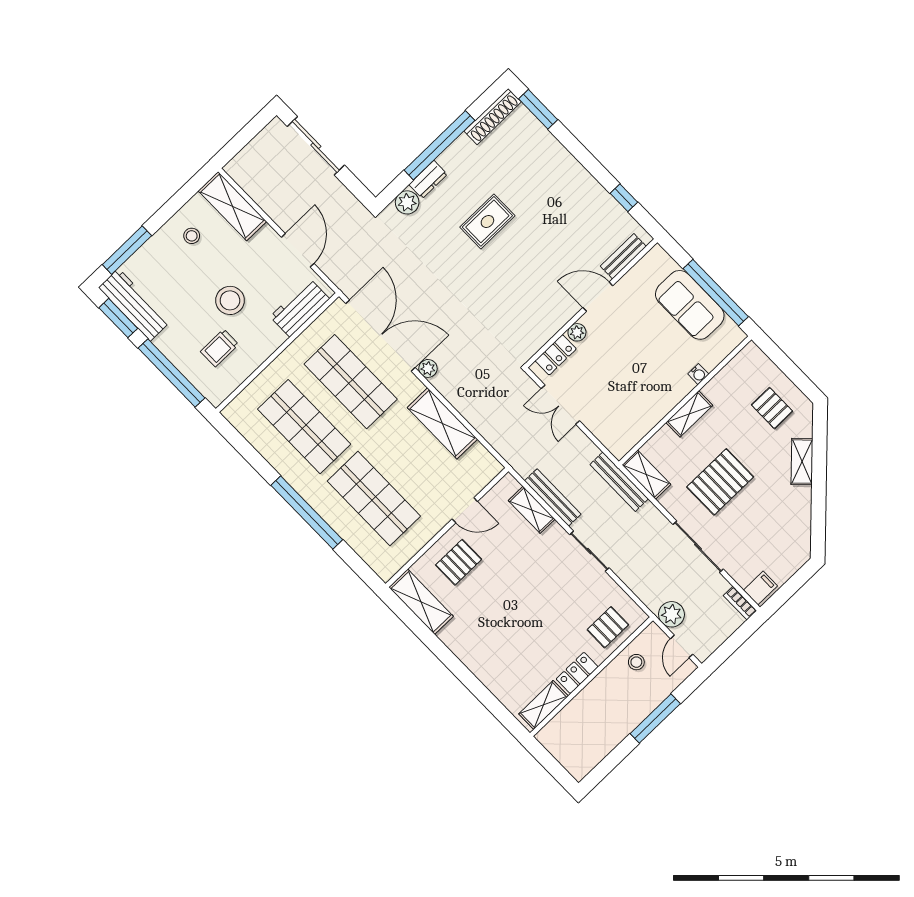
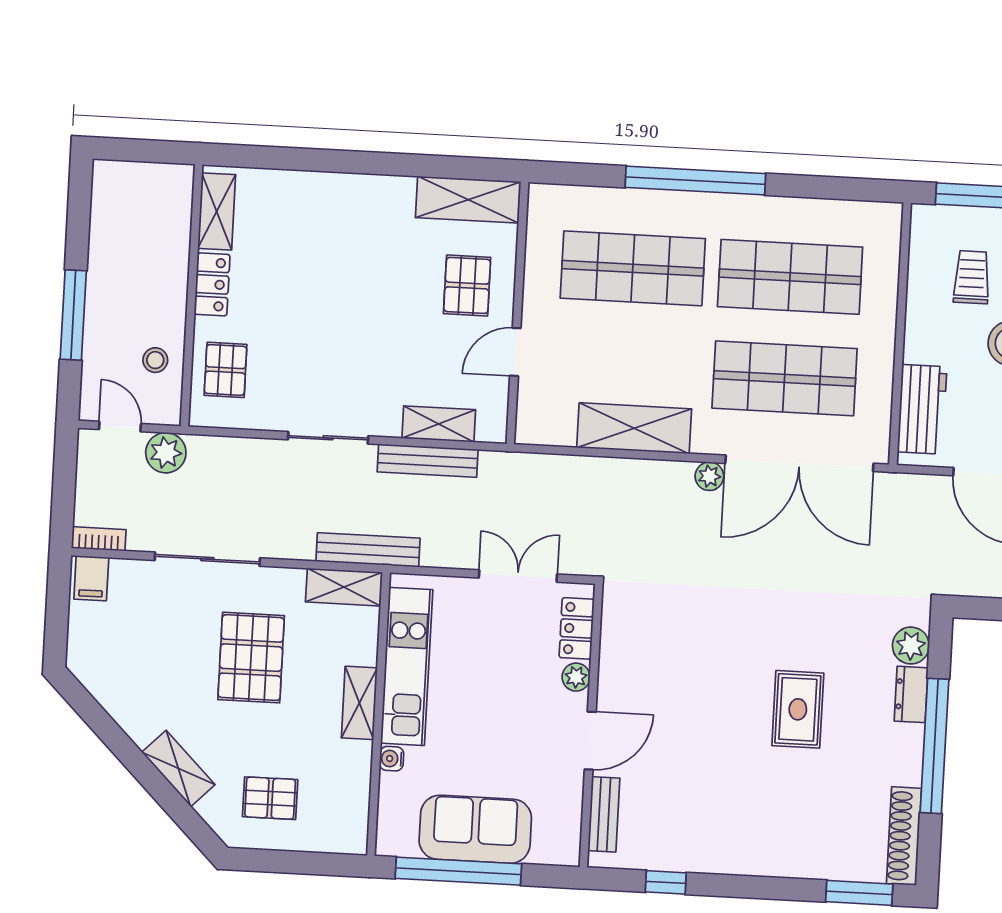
kitchen unit: (651, 411) -> (407, 666), added

